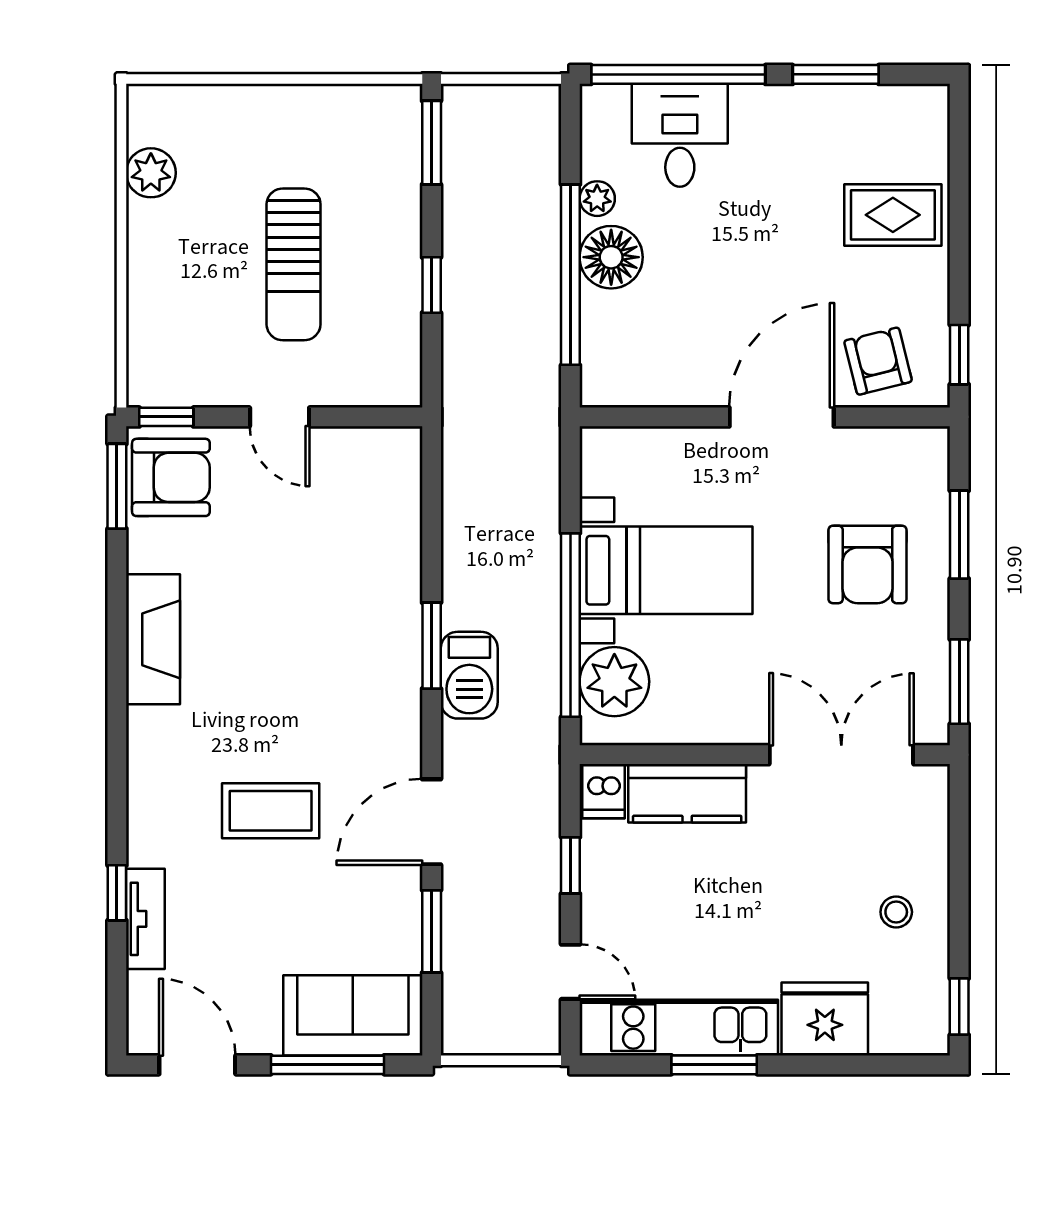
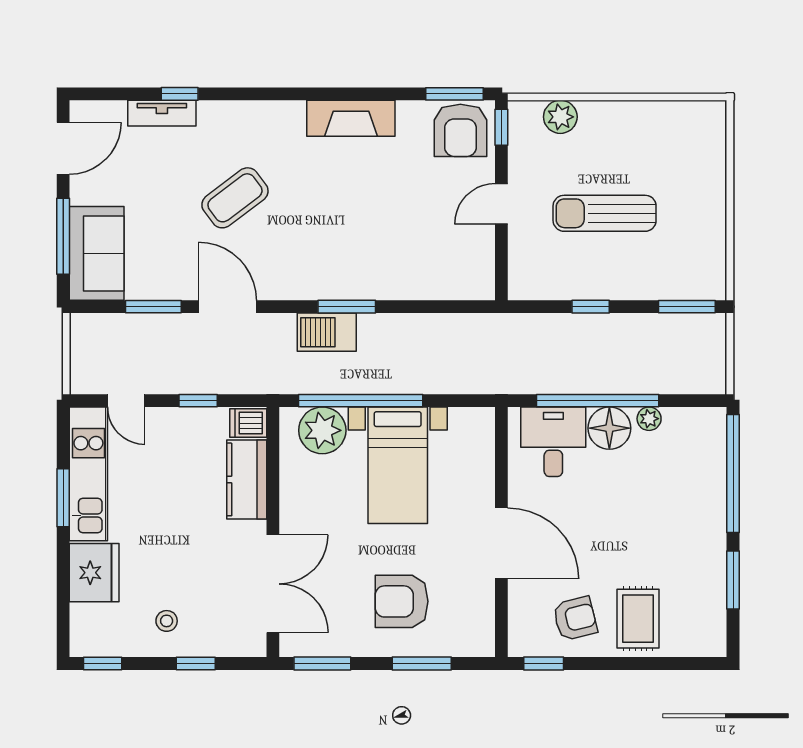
desk: (680, 135) -> (553, 442), moved, turned -90
plant: (151, 173) -> (560, 117), moved
armchair: (878, 361) -> (575, 618), moved
coffee table: (271, 811) -> (235, 198), turned 53
window: (959, 869) -> (196, 663), added
door: (570, 972) -> (126, 401), hinge flipped

